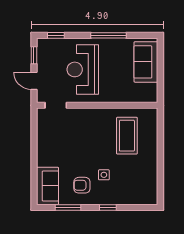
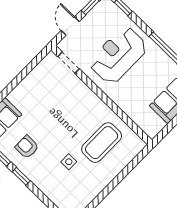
side table: (104, 175) -> (69, 162), moved
window: (108, 207) -> (21, 176), moved

